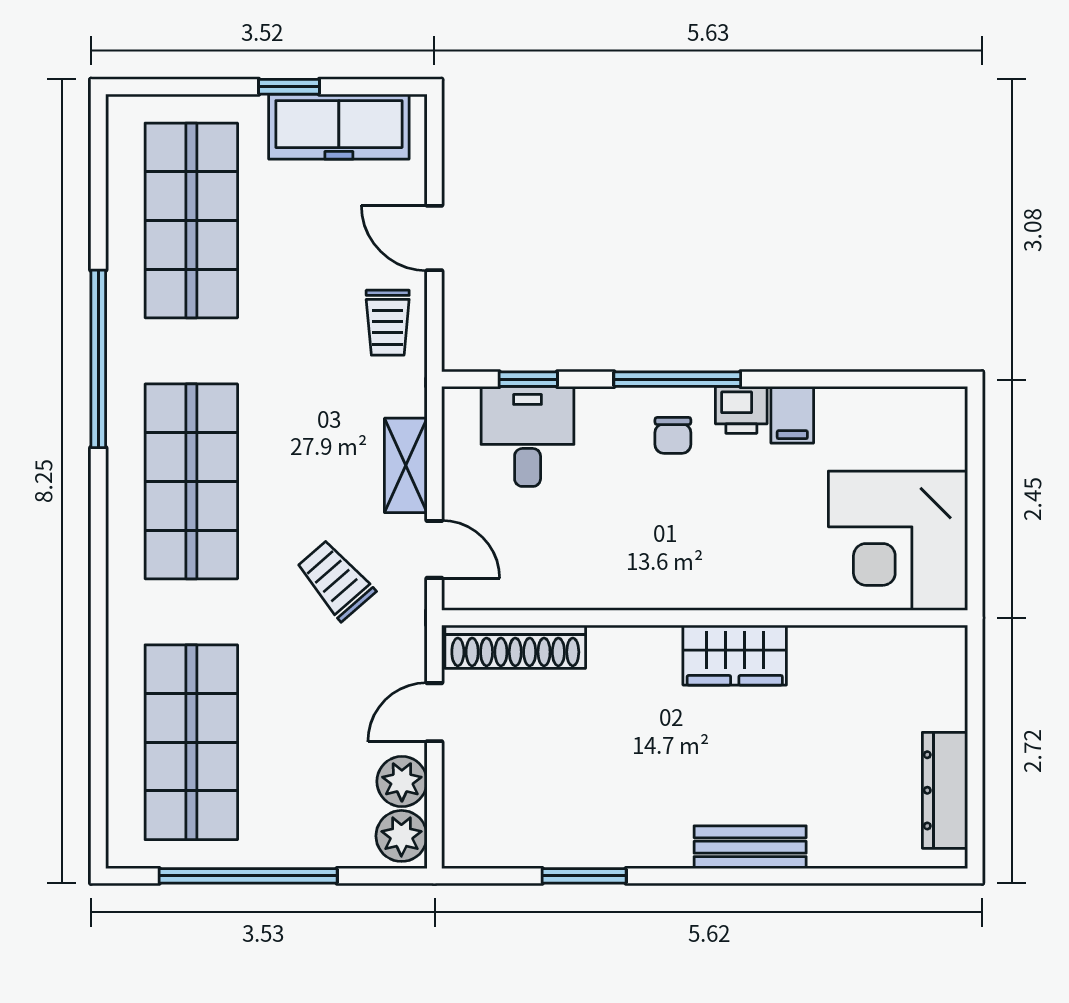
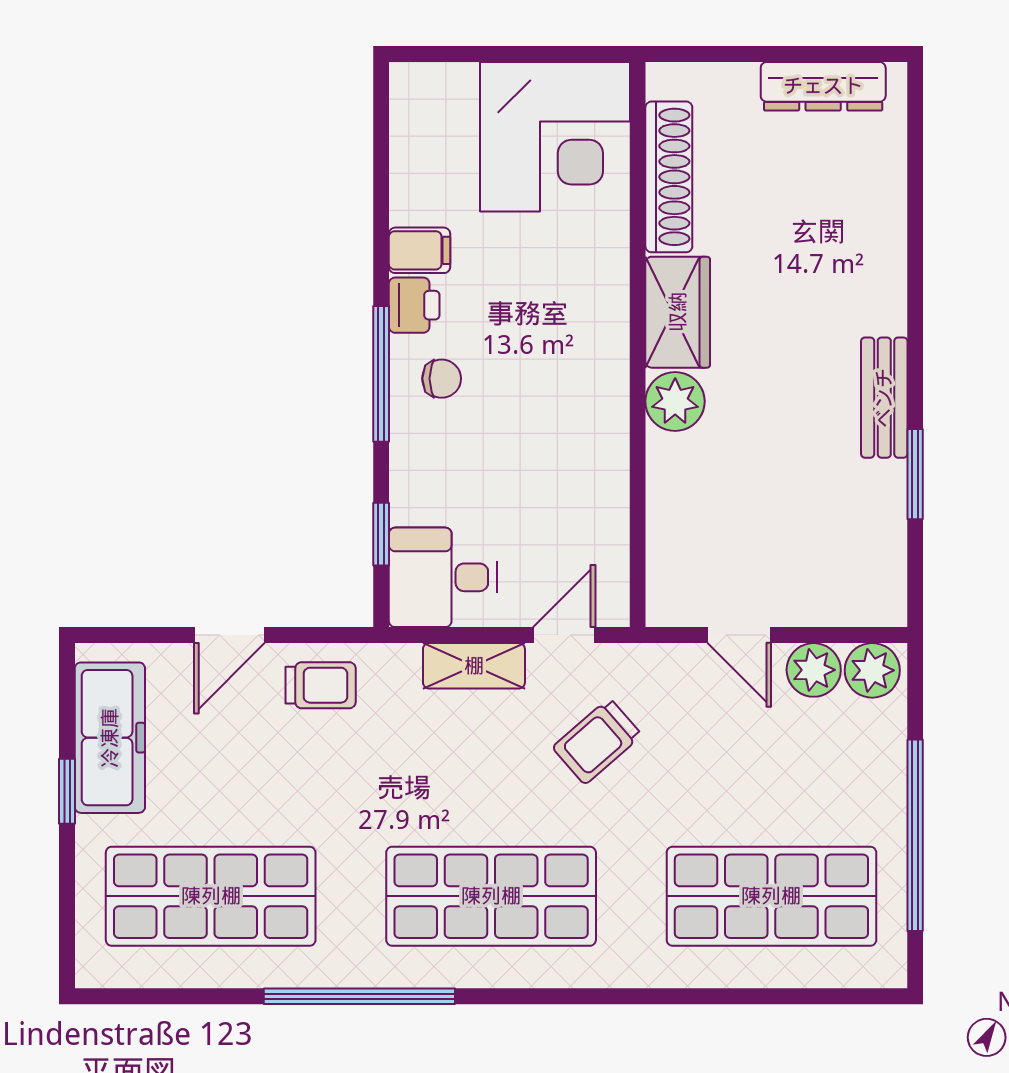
desk: (528, 436) -> (443, 577), moved
shoe rack: (515, 647) -> (669, 177), moved
plant: (652, 652) -> (675, 401), added
bench: (750, 847) -> (884, 398), moved

